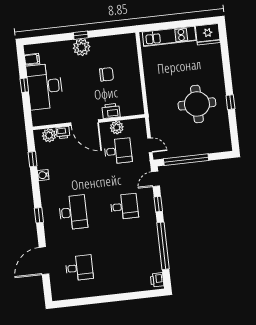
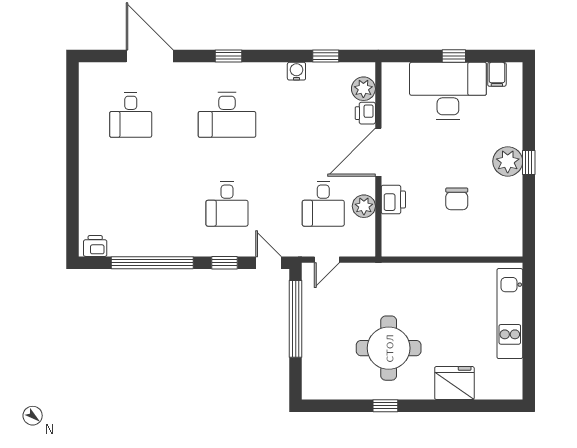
fridge: (208, 34) -> (454, 383), moved, turned 90

